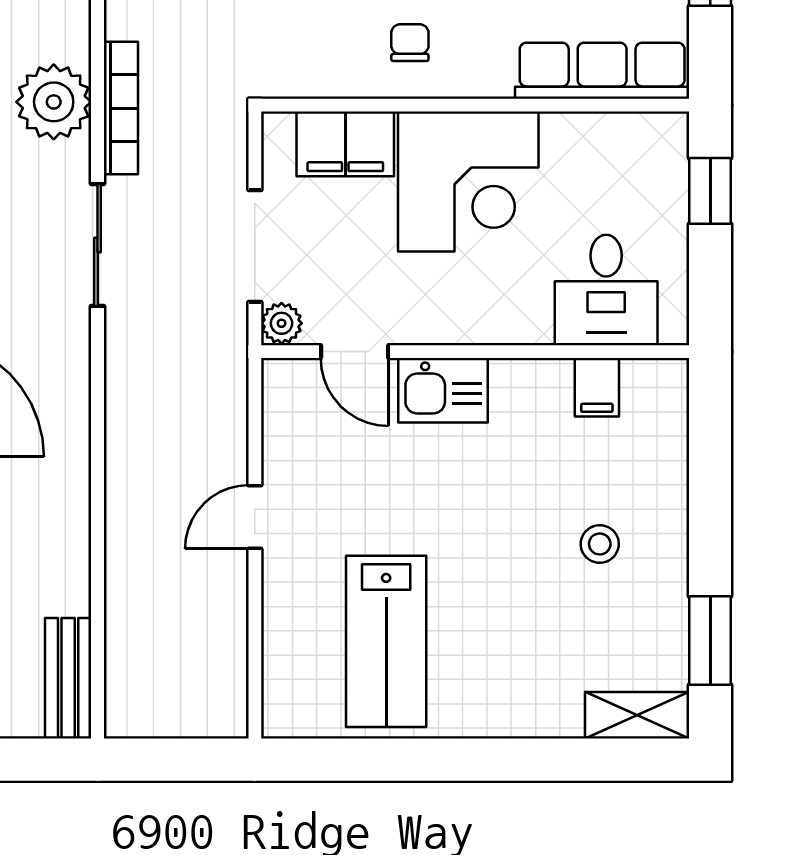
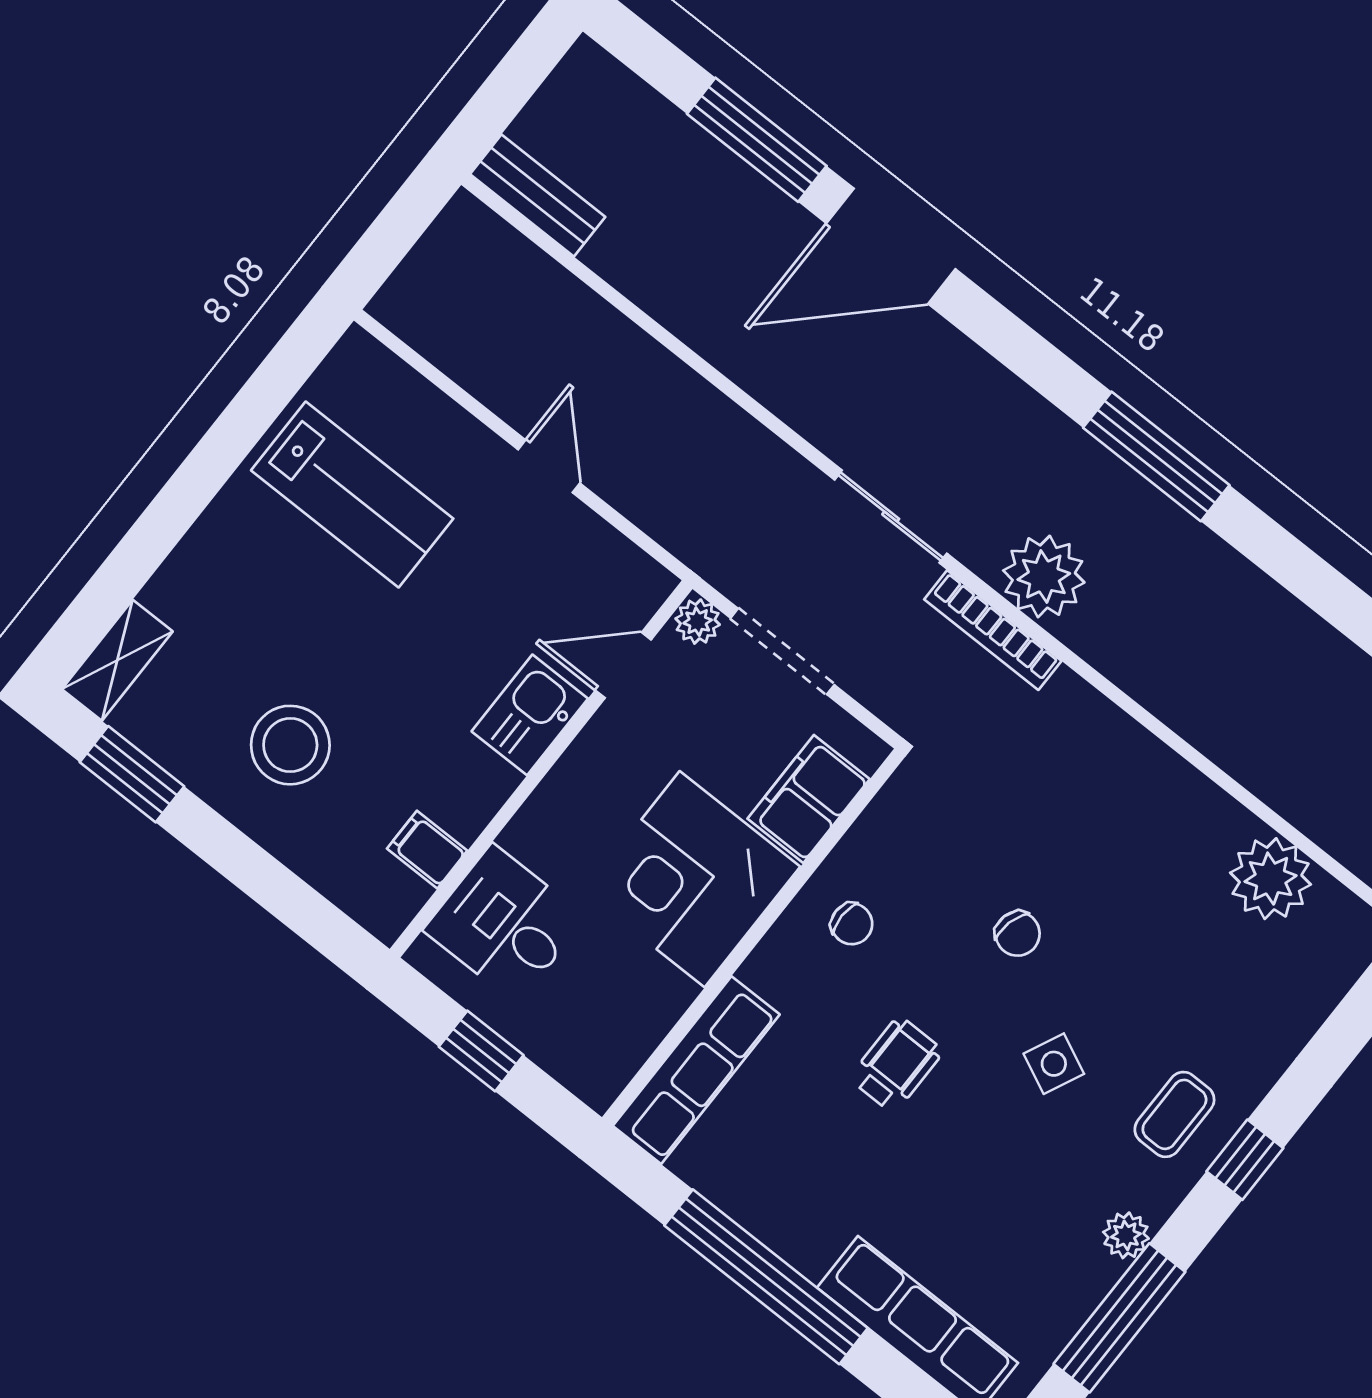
window: (710, 191) -> (481, 1051), moved
stool: (600, 544) -> (290, 745), width x1.89, depth x1.89
lab bench: (386, 641) -> (352, 495), turned 180

